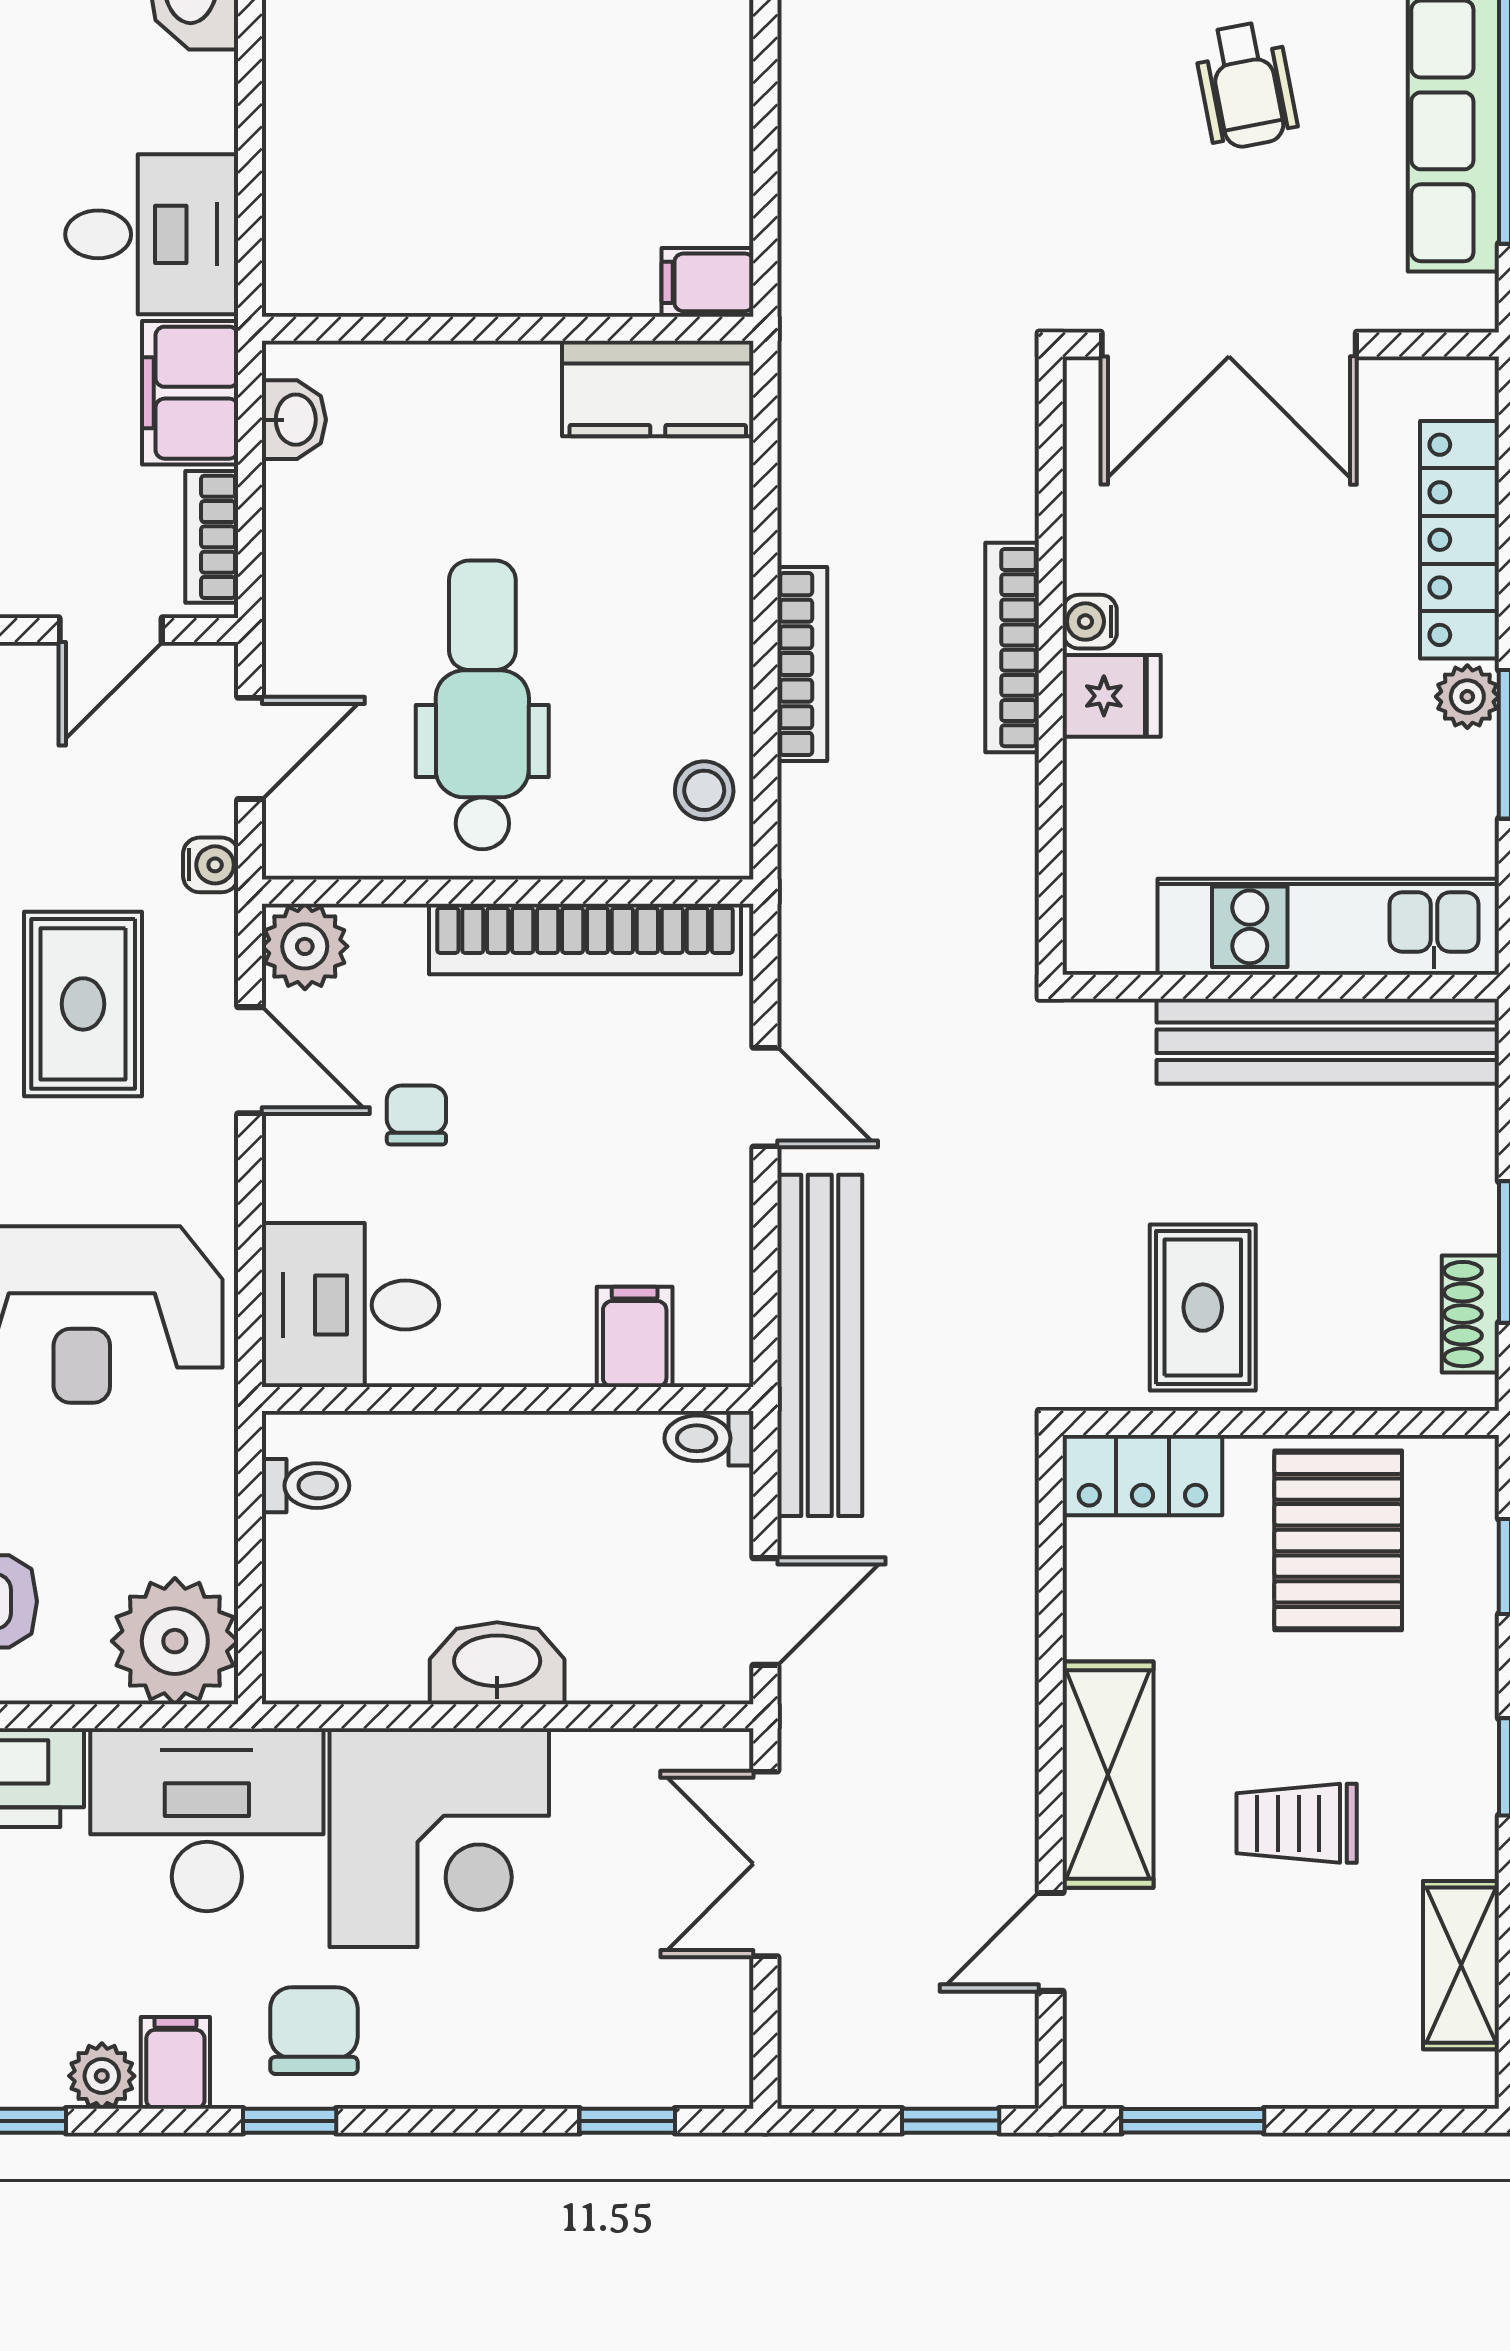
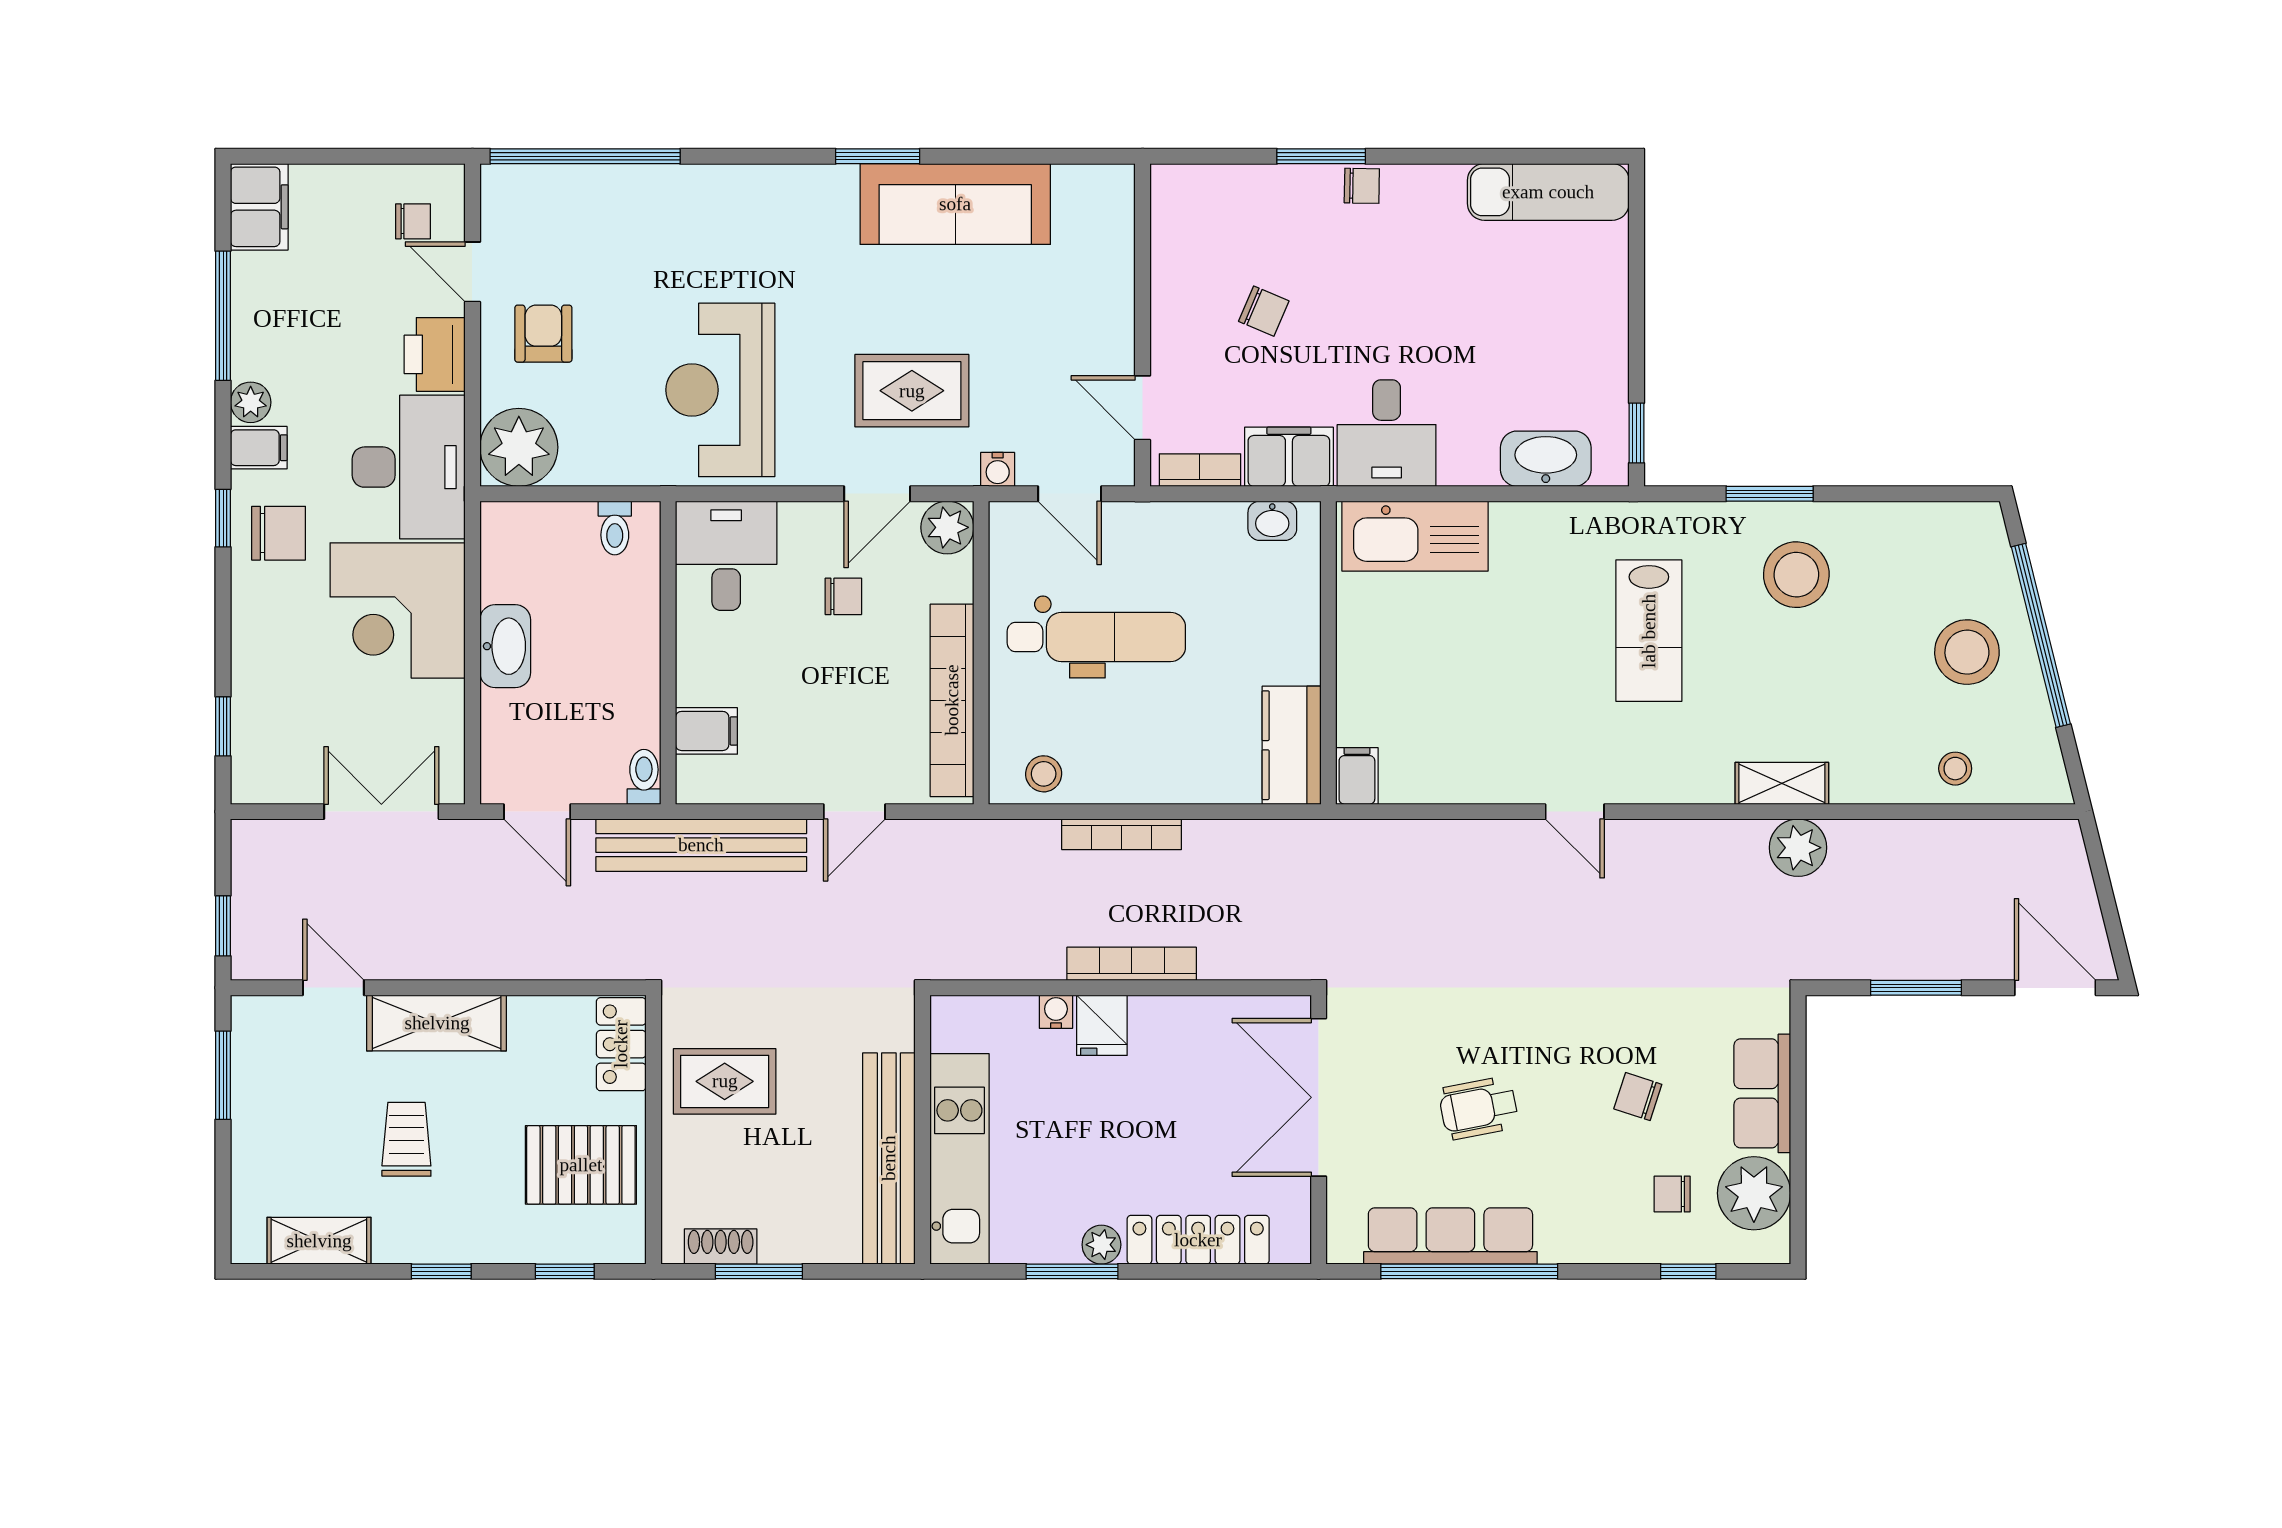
kitchen sink: (319, 188) -> (1415, 536), added
water cooler: (1090, 622) -> (1056, 1012), moved

